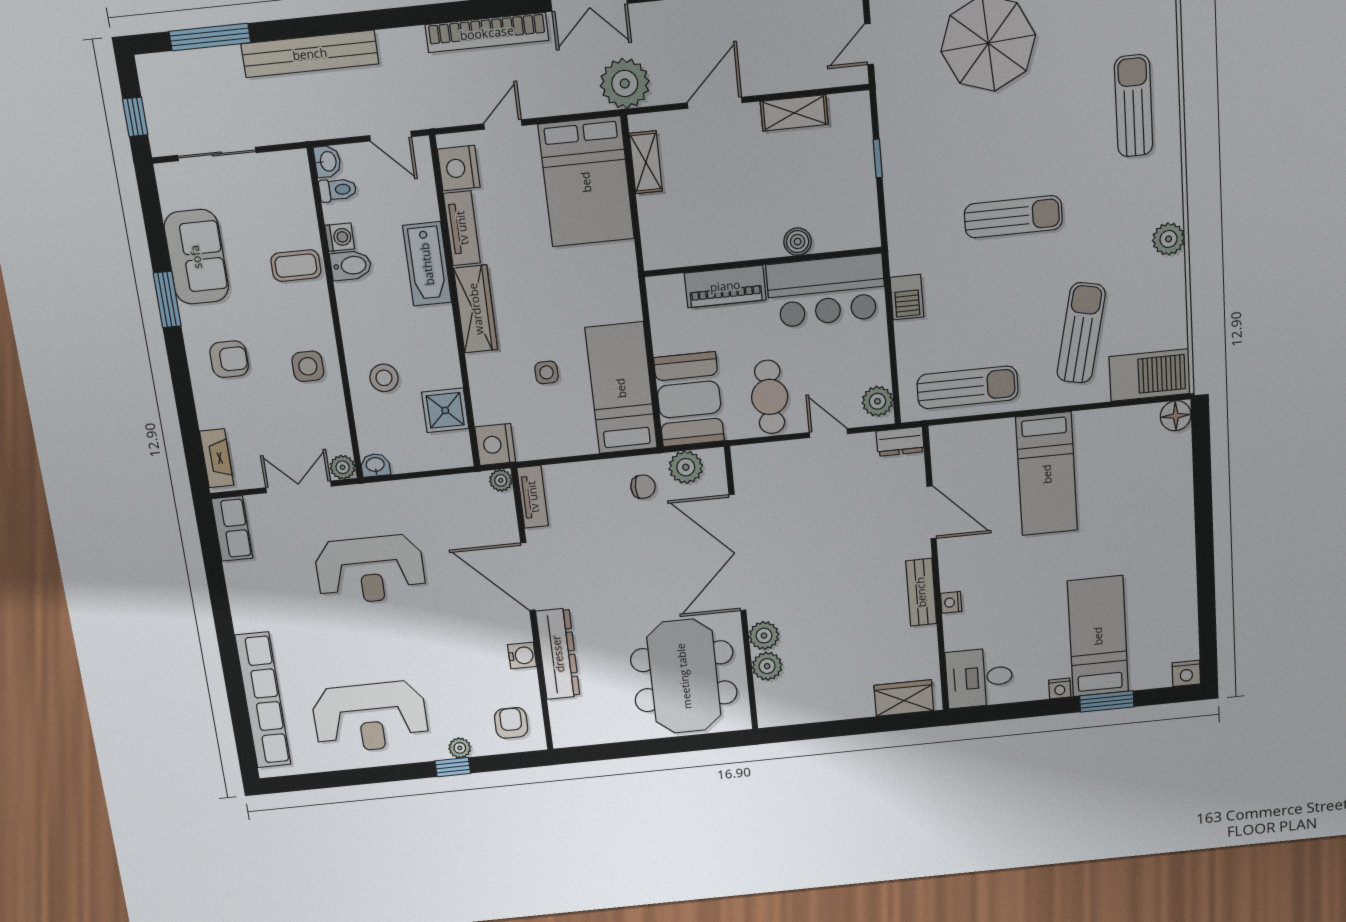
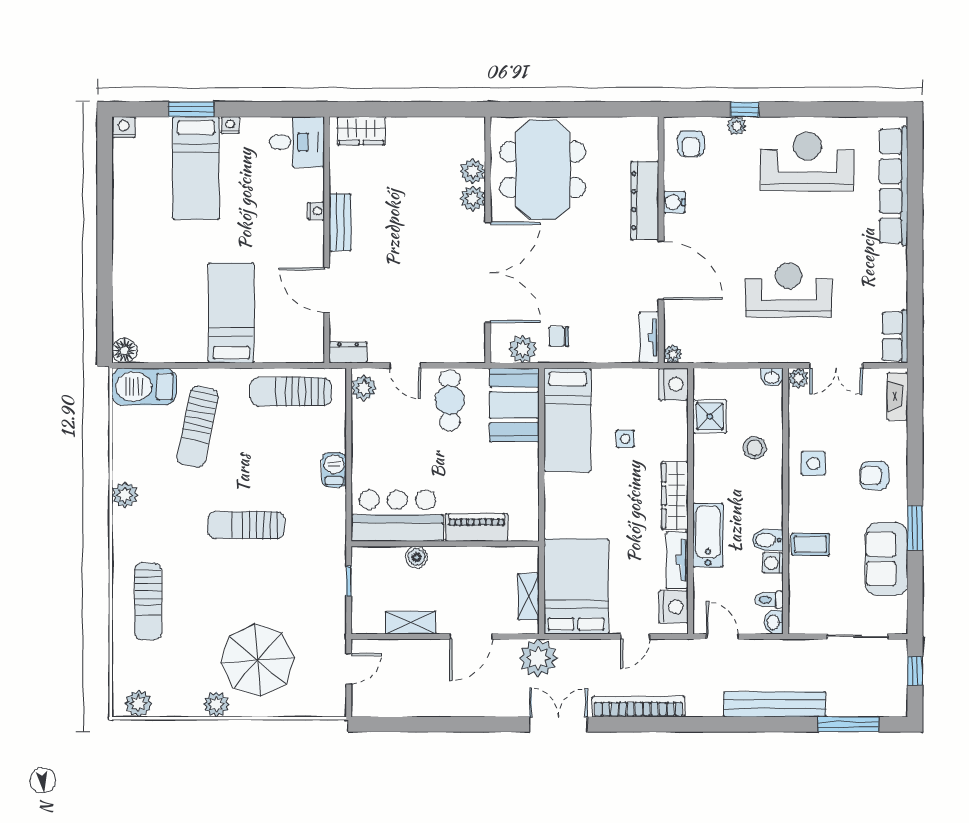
boiler: (798, 242) -> (417, 557), moved
wall: (763, 262) -> (445, 544), moved
piano: (725, 286) -> (477, 527), moved
bar counter: (826, 291) -> (397, 516), moved

